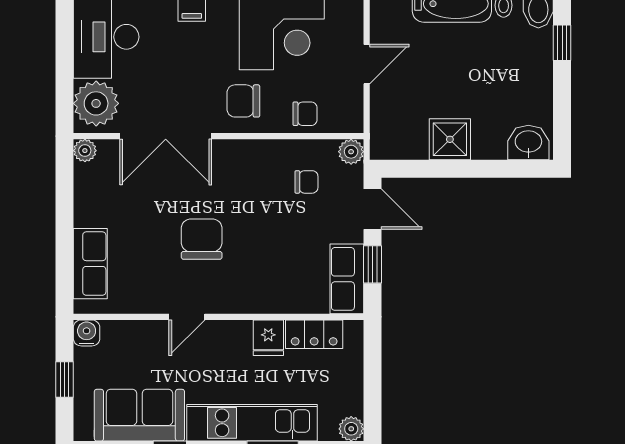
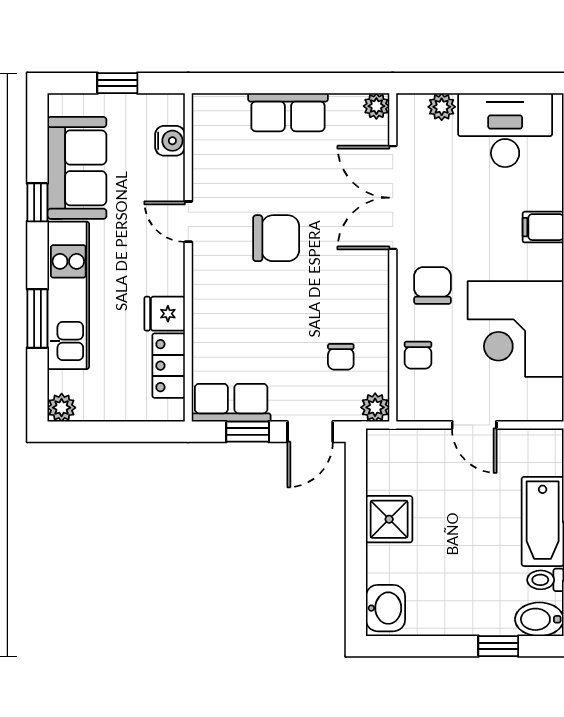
plant: (96, 103) -> (442, 107), width x0.53, depth x0.53
row of seats: (90, 264) -> (288, 112), moved
water cooler: (87, 333) -> (170, 141), moved

